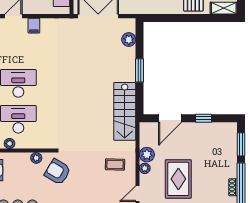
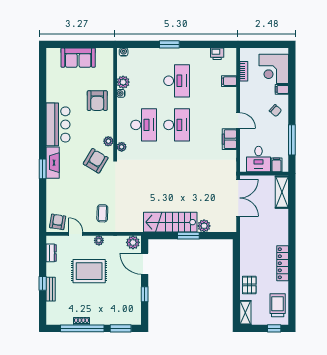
filing cabinet: (34, 26) -> (229, 139), width x2.00
plant: (129, 40) -> (204, 226), moved
stairs: (125, 111) -> (170, 222), moved
plant: (9, 143) -> (122, 147), moved
plant: (147, 155) -> (133, 242), moved

